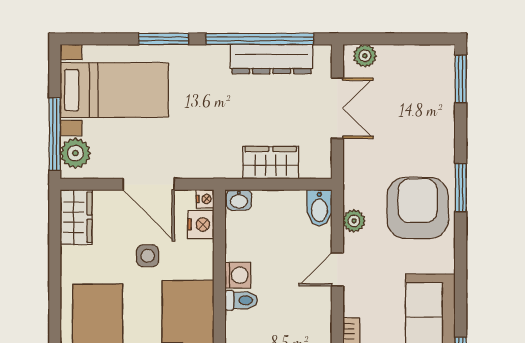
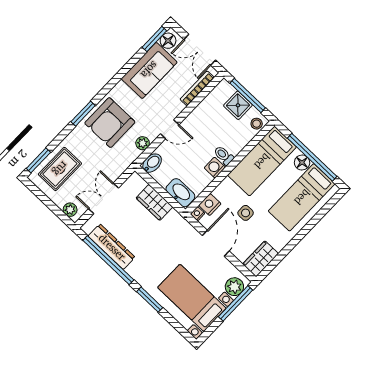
rug: (425, 93) -> (60, 169), added
washbasin: (239, 200) -> (180, 193), width x1.91, depth x1.45

